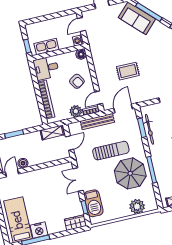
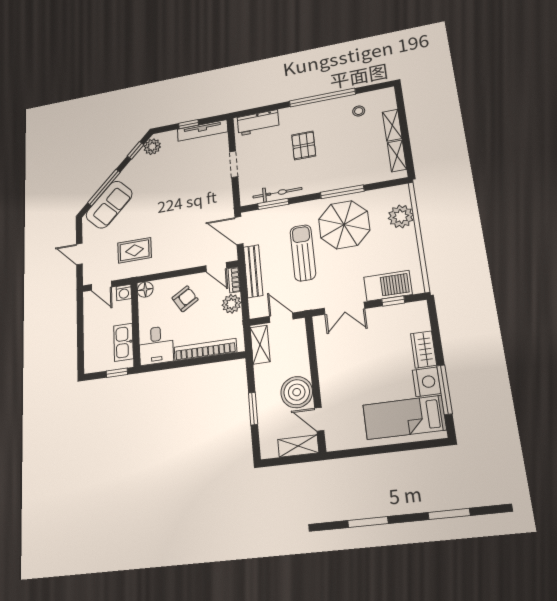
rug: (128, 71) -> (135, 250), moved, turned 90
boiler: (23, 163) -> (297, 392), width x1.86, depth x1.86
wardrobe: (75, 223) -> (424, 349), moved

